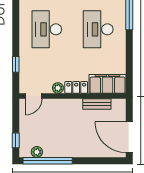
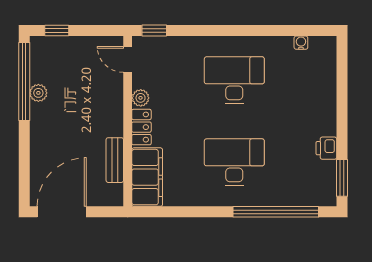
window: (16, 64) -> (154, 31), moved
plant: (37, 152) -> (38, 93), moved

